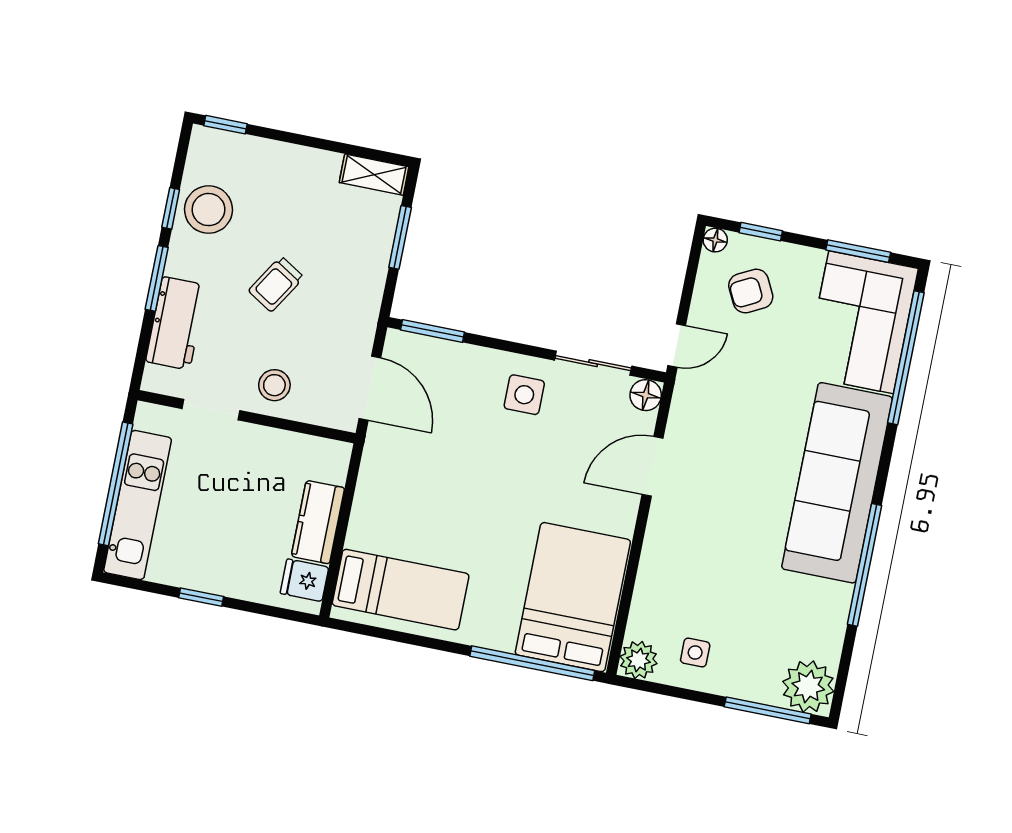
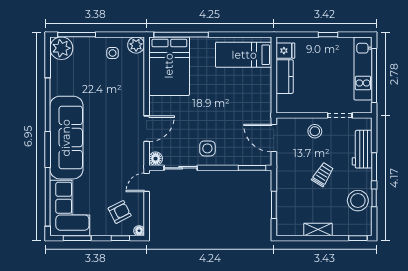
shelving: (374, 175) -> (318, 230), moved

